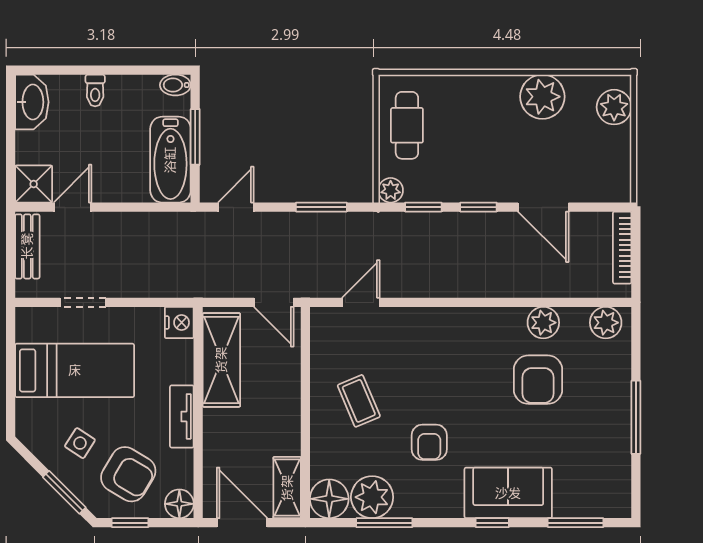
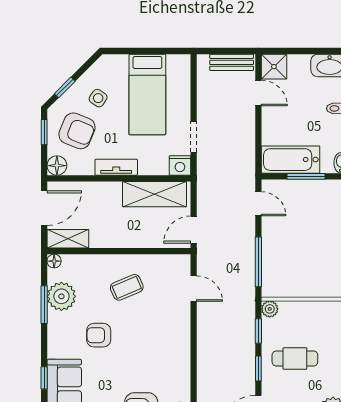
cafe table: (407, 125) -> (295, 358), moved
window: (321, 207) -> (258, 262), width x1.44
doorway: (83, 302) -> (194, 137), moved
armchair: (128, 474) -> (77, 131), turned -99
window: (64, 492) -> (65, 87), width x0.67
floor lamp: (329, 499) -> (54, 261), width x0.53, depth x0.53

